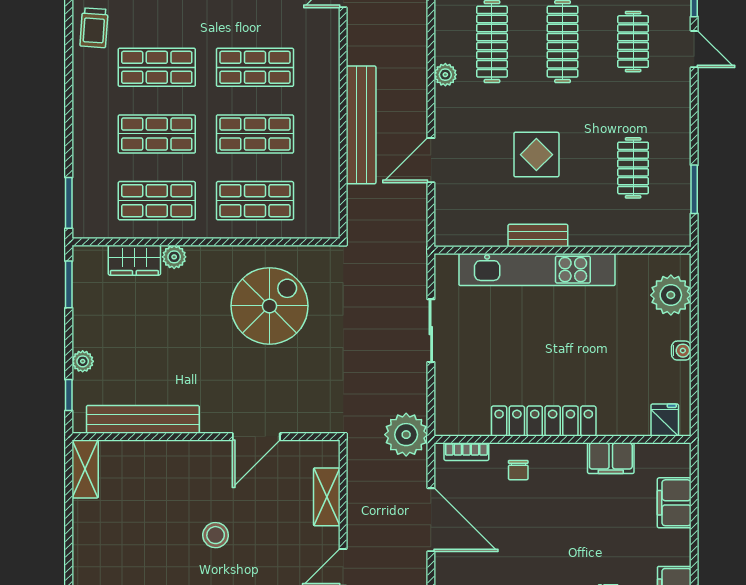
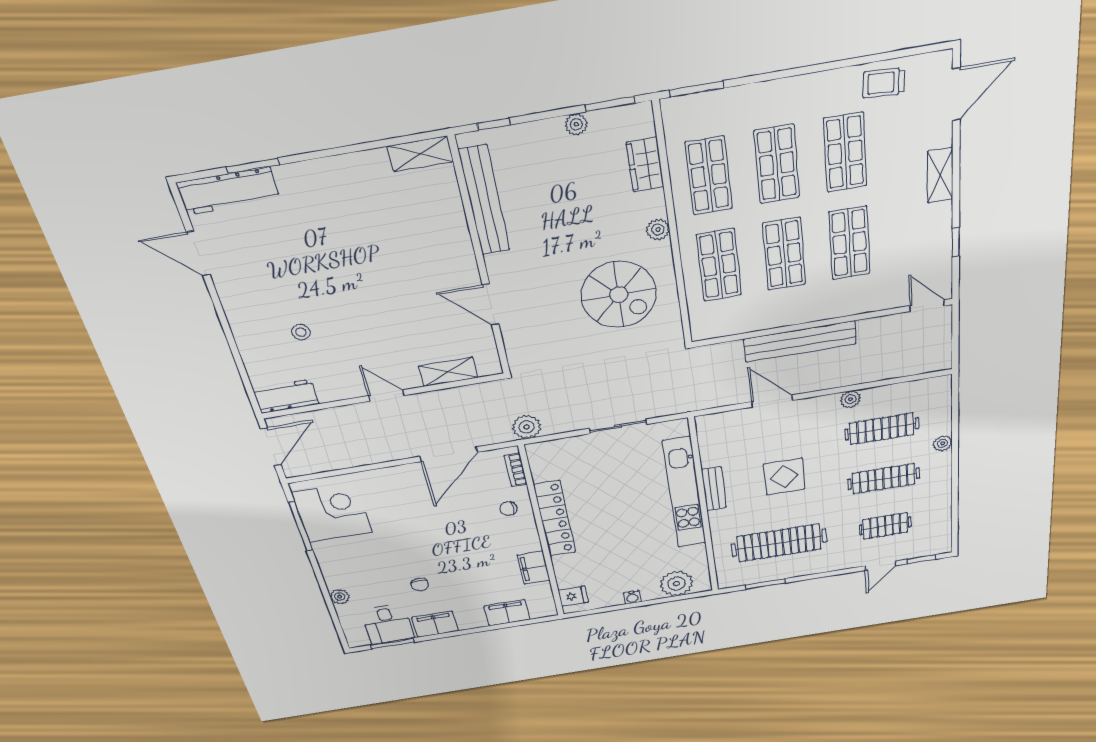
clothes rail: (633, 168) -> (779, 543), width x1.86, depth x1.31
plant: (174, 257) -> (658, 230), moved
plant: (83, 361) -> (576, 124), moved
plant: (406, 435) -> (527, 427), width x0.73, depth x0.73
stool: (216, 535) -> (386, 286), removed

